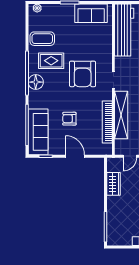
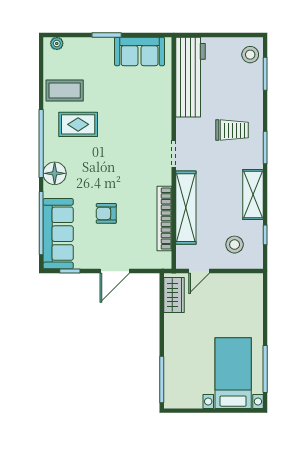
armchair: (83, 74) -> (126, 145), removed
floor lamp: (36, 82) -> (55, 173), moved
door: (75, 156) -> (115, 271), swing flipped
wardrobe: (114, 184) -> (174, 295), moved

